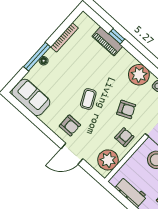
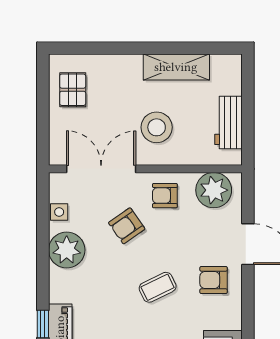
armchair: (126, 109) -> (127, 226), turned -101
armchair: (70, 125) -> (214, 280), turned -90

